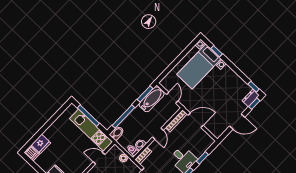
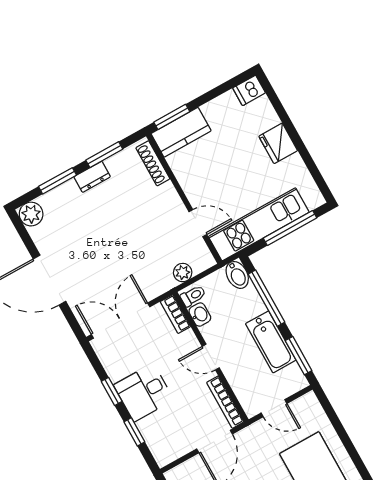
bathtub: (152, 99) -> (271, 342), moved
fridge: (41, 144) -> (278, 143), moved
door: (99, 158) -> (198, 223), hinge flipped

